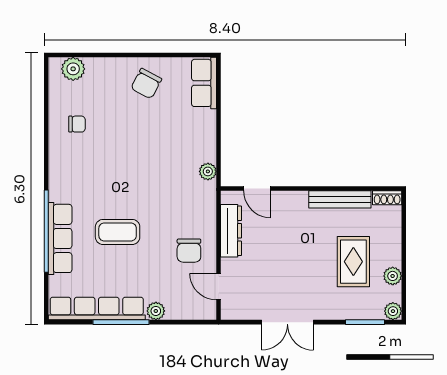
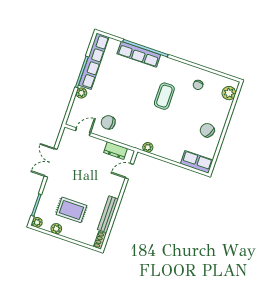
dresser: (231, 231) -> (115, 150), width x0.70
coffee table: (118, 232) -> (164, 96), moved

